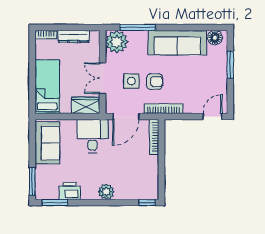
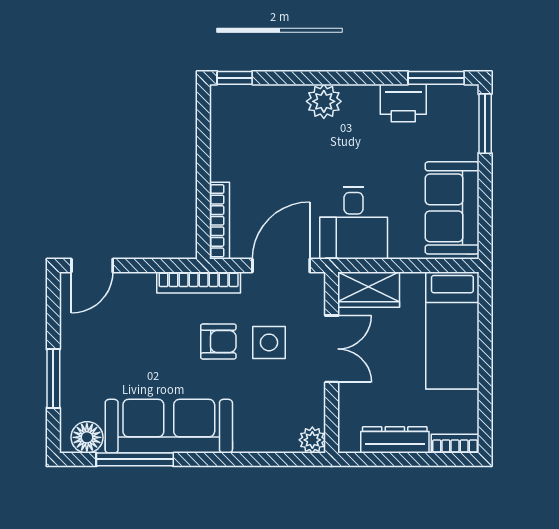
window: (138, 27) -> (135, 459), moved
plant: (117, 42) -> (312, 440), width x0.53, depth x0.53
armchair: (155, 82) -> (218, 342), turned 180

